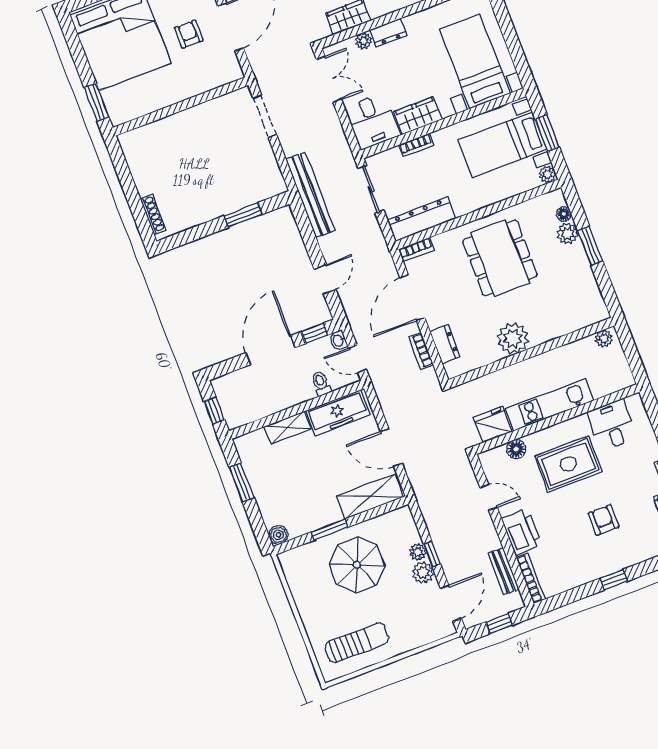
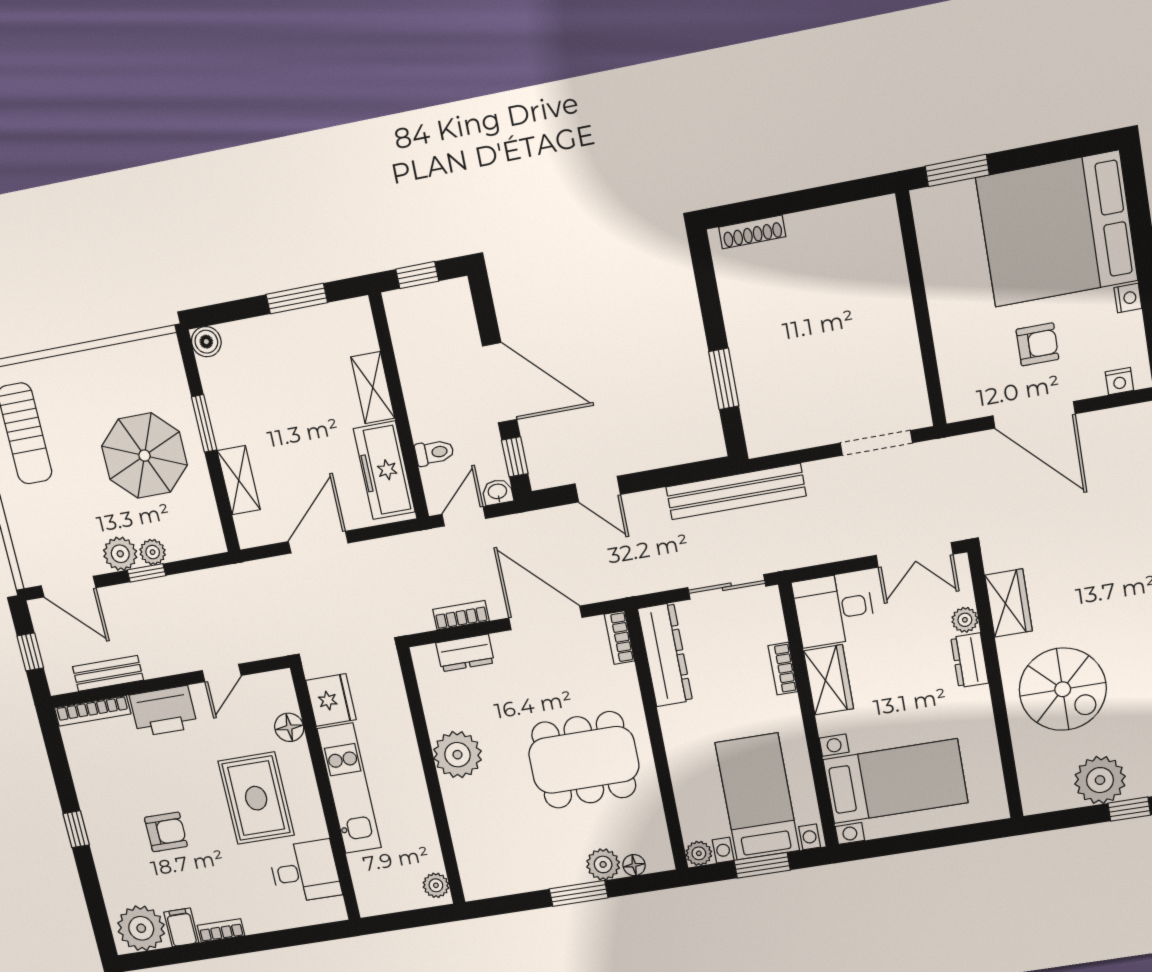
shelving: (370, 496) -> (239, 480), width x0.67, depth x0.75

